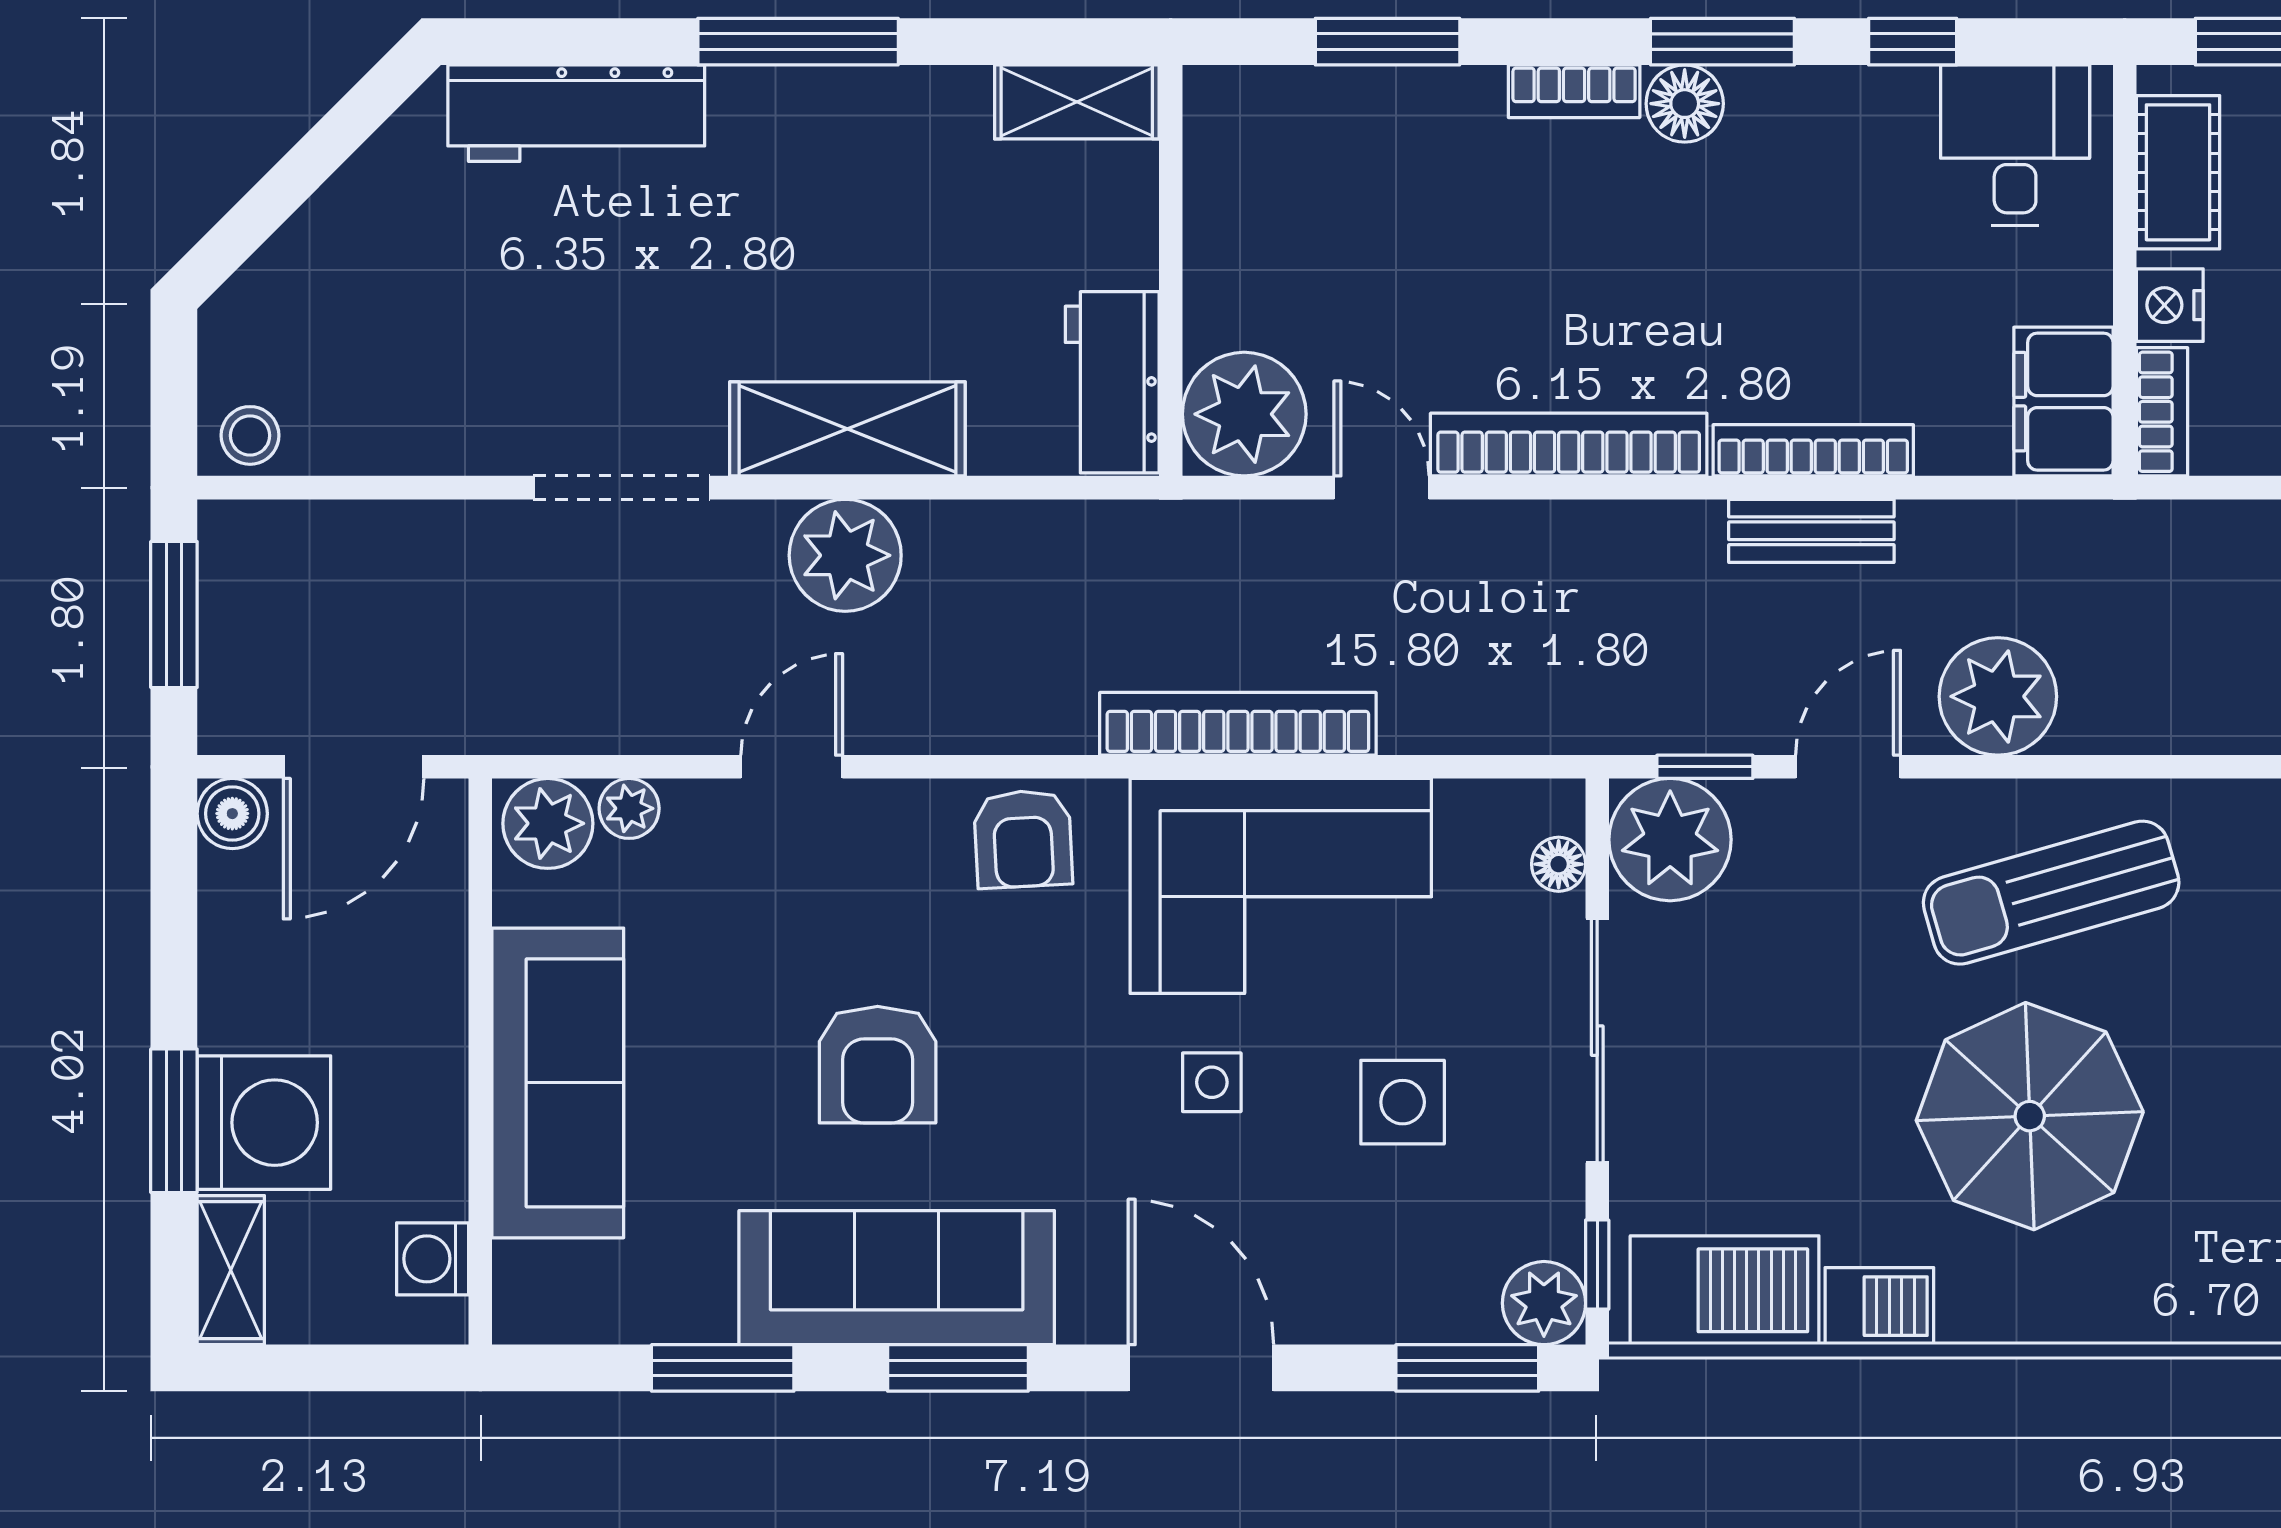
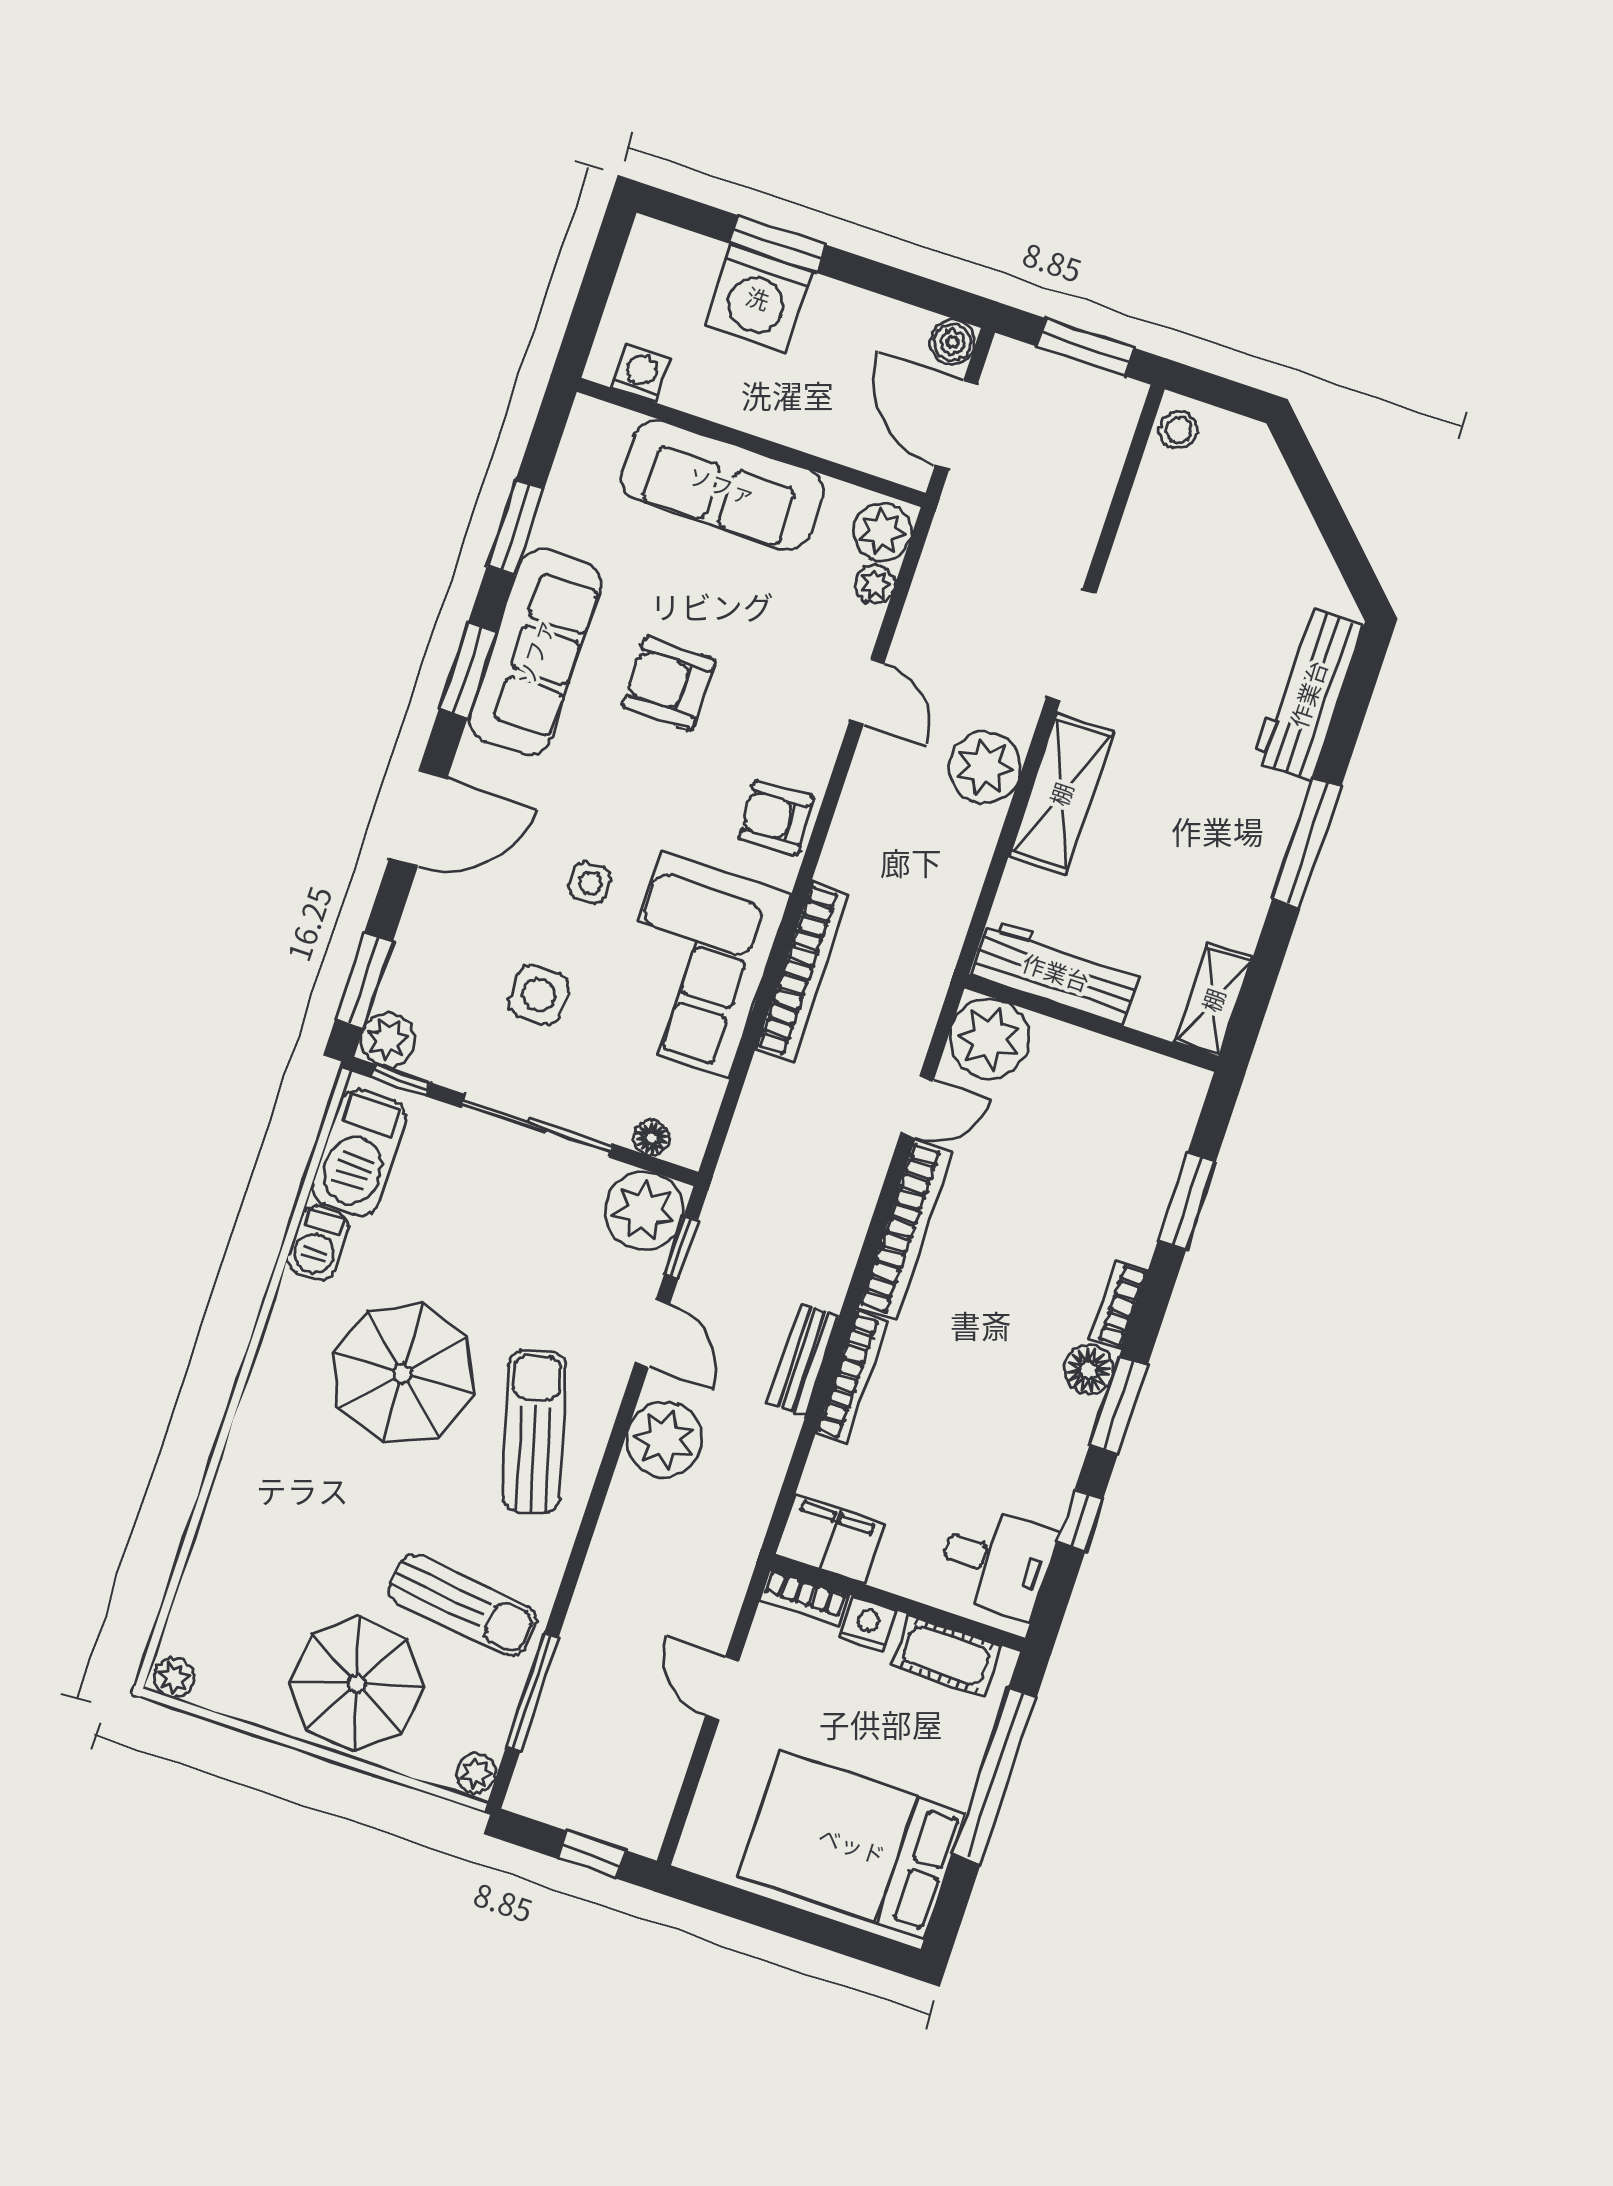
workbench: (1112, 382) -> (1056, 972), width x1.38
shelving: (231, 1270) -> (675, 248), removed

